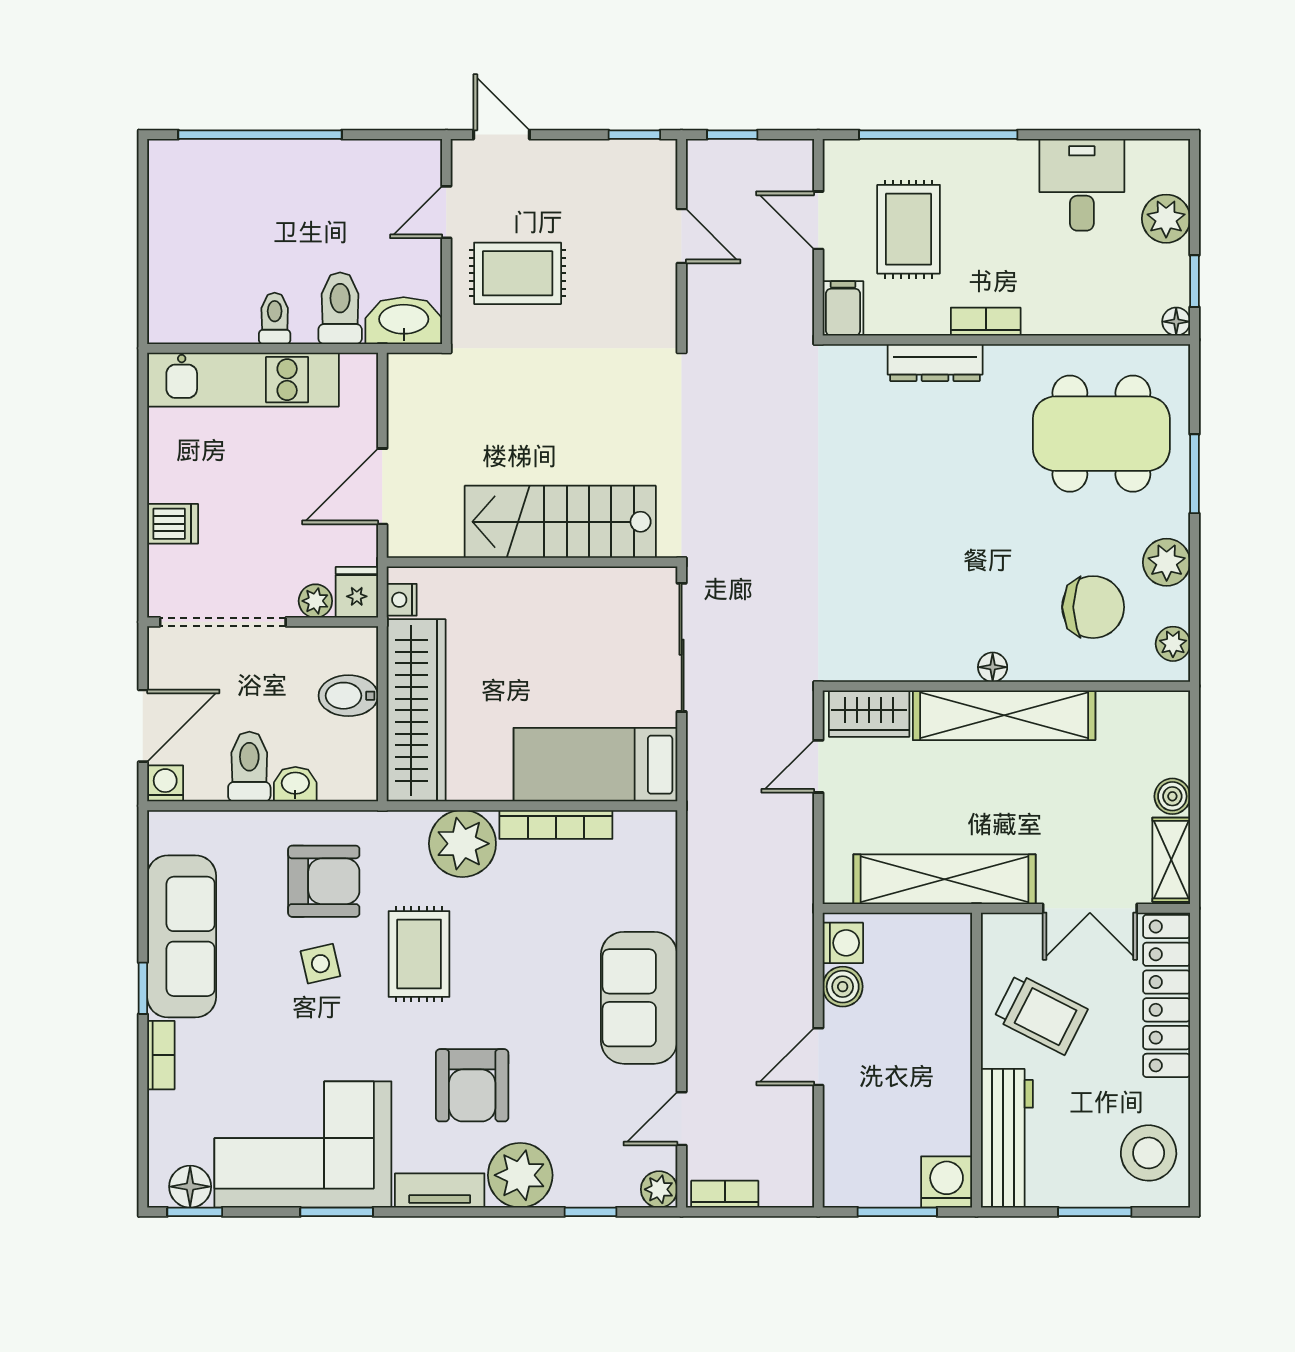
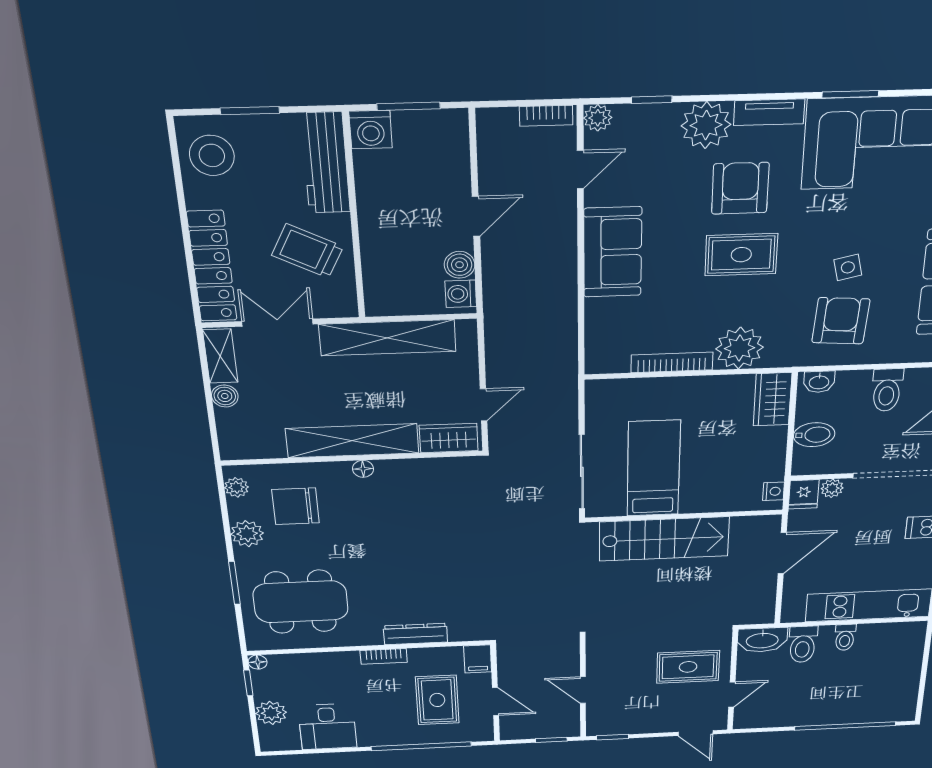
wardrobe: (416, 710) -> (772, 399), width x0.48, depth x0.85
bed: (595, 765) -> (654, 468), moved, turned -90
washbasin: (295, 784) -> (819, 382), moved
armchair: (324, 881) -> (841, 321), turned 94
rug: (419, 954) -> (741, 255), moved, turned 90

